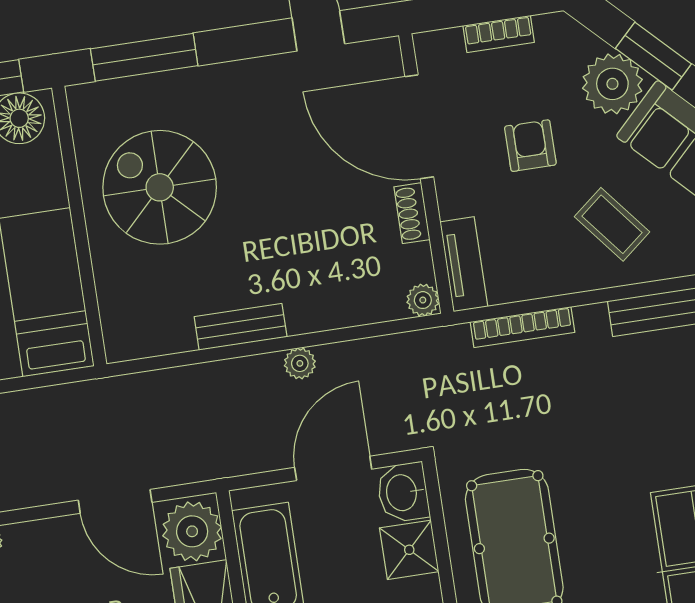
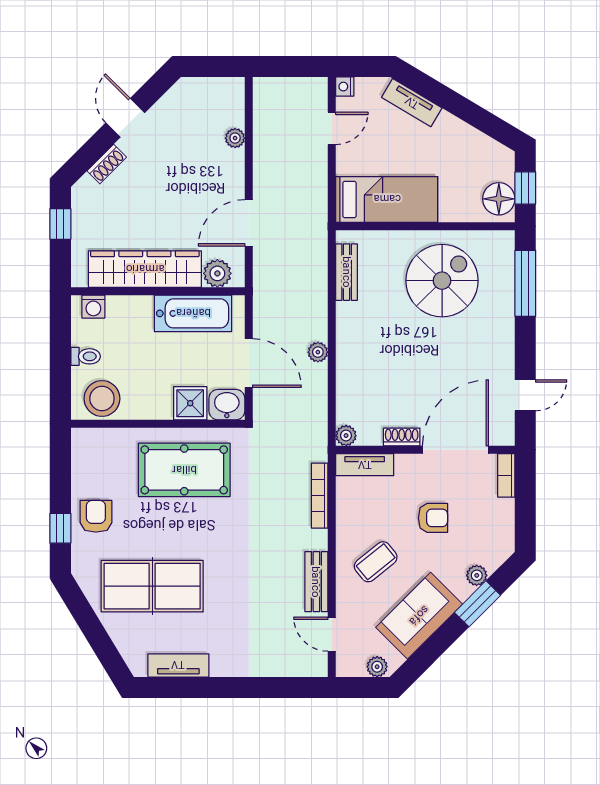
bookcase: (499, 34) -> (506, 475), moved
plant: (612, 84) -> (477, 575), width x0.53, depth x0.53
bench: (241, 327) -> (347, 272), moved
plant: (192, 531) -> (217, 273), width x0.73, depth x0.73

